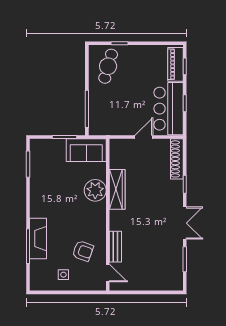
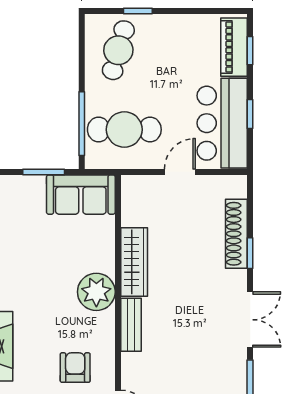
cafe table: (112, 112) -> (124, 130), added
shoe rack: (177, 159) -> (236, 234), moved
plant: (95, 190) -> (96, 292), moved
bench: (115, 247) -> (131, 325), moved
armchair: (83, 251) -> (75, 368), turned -110

